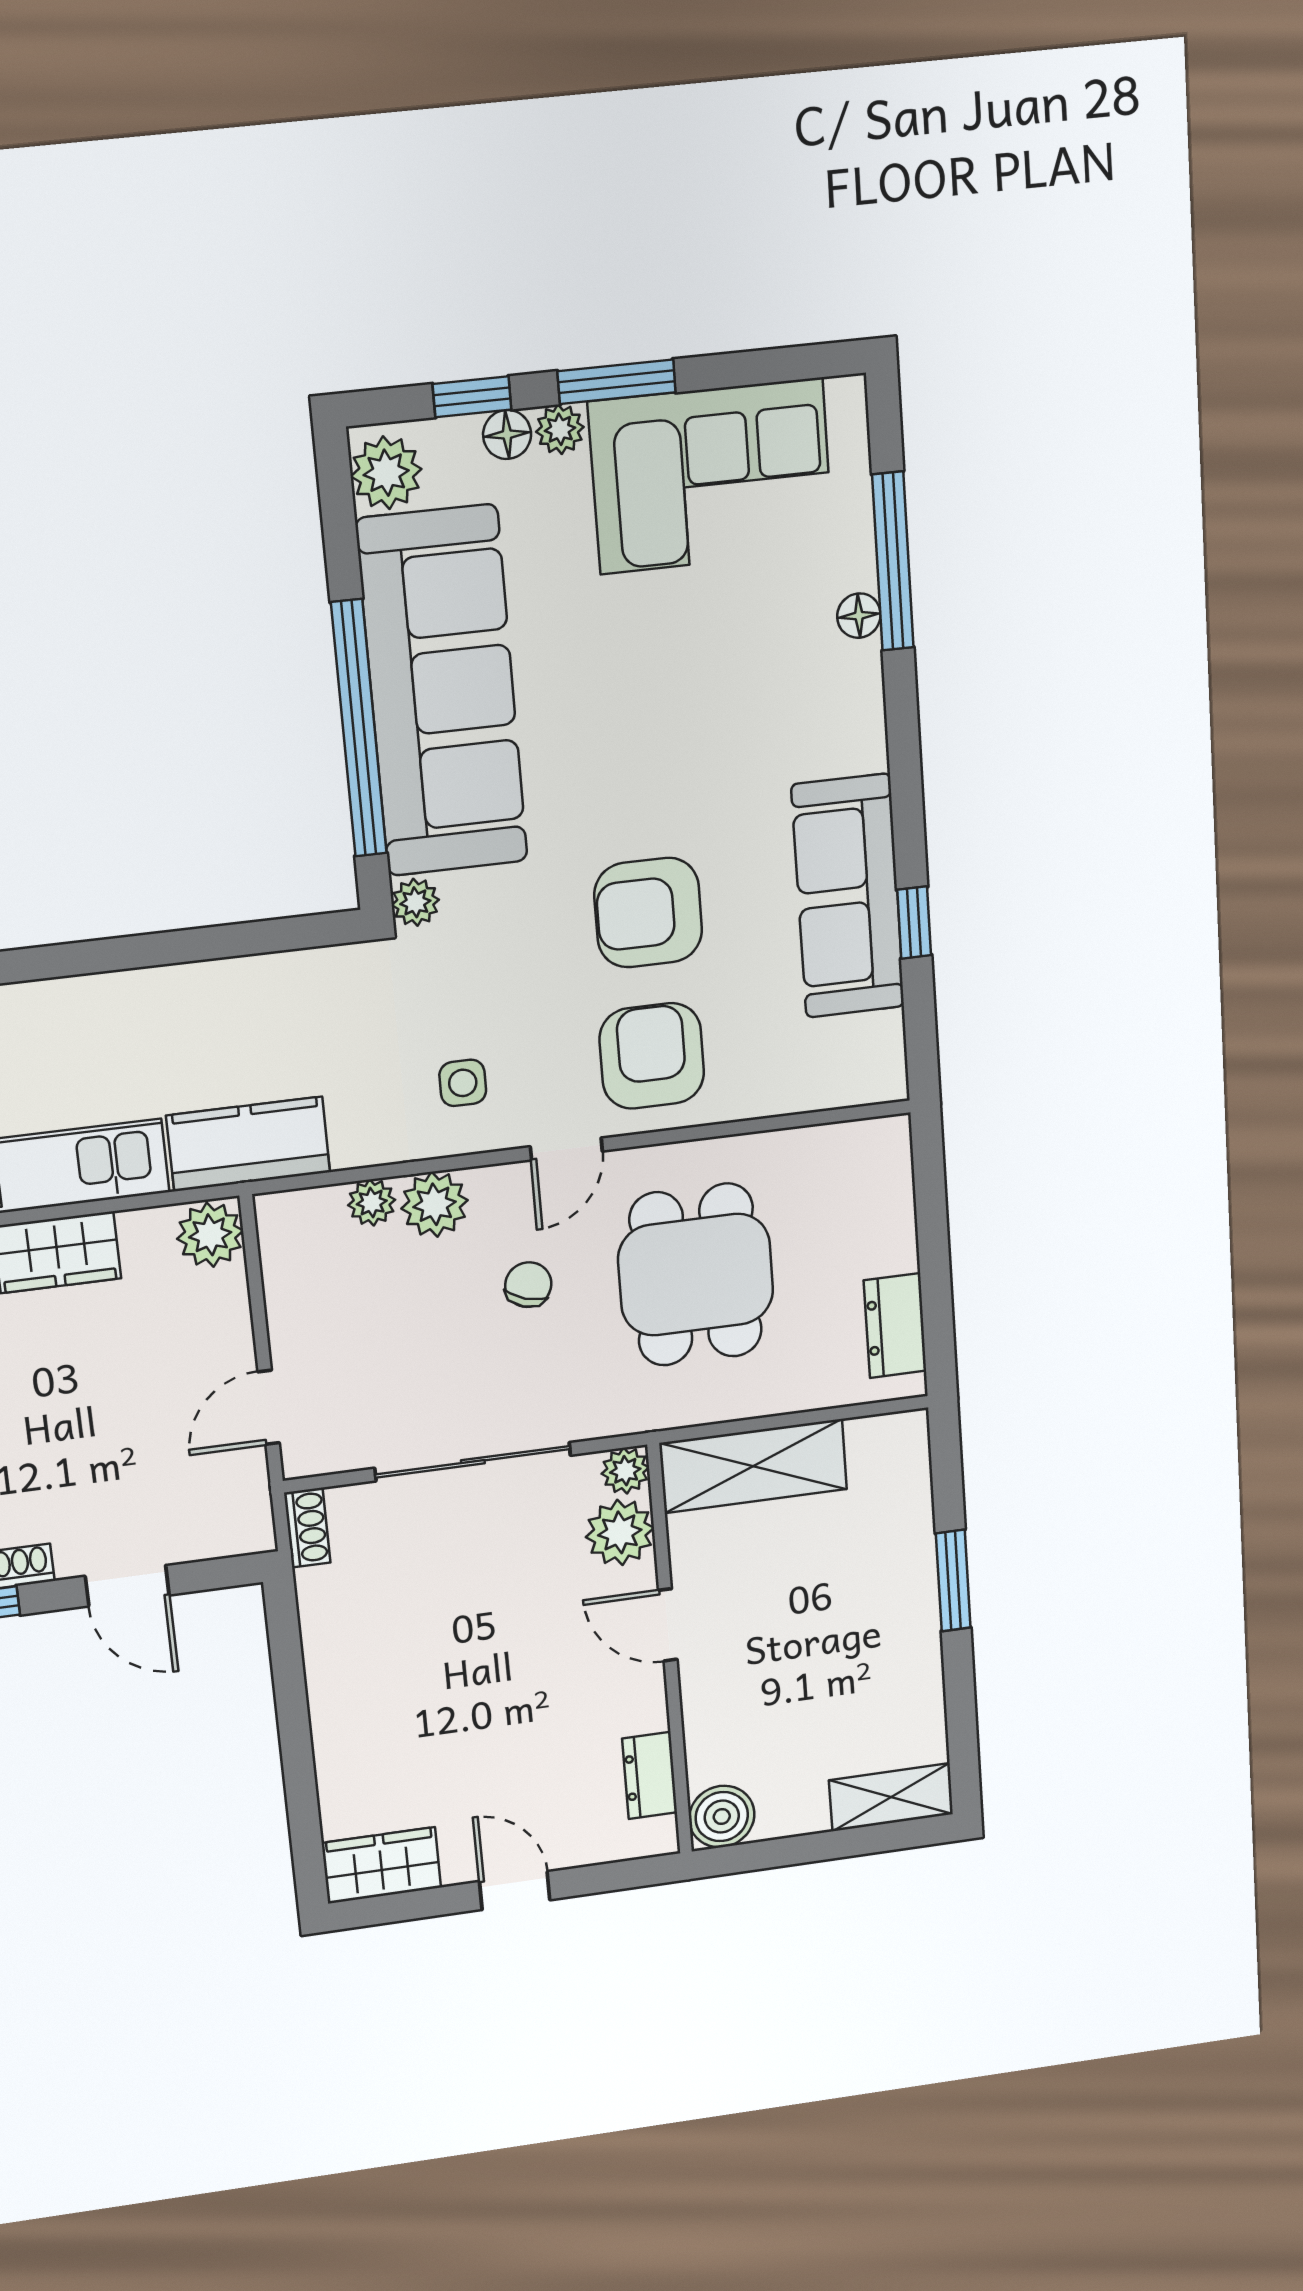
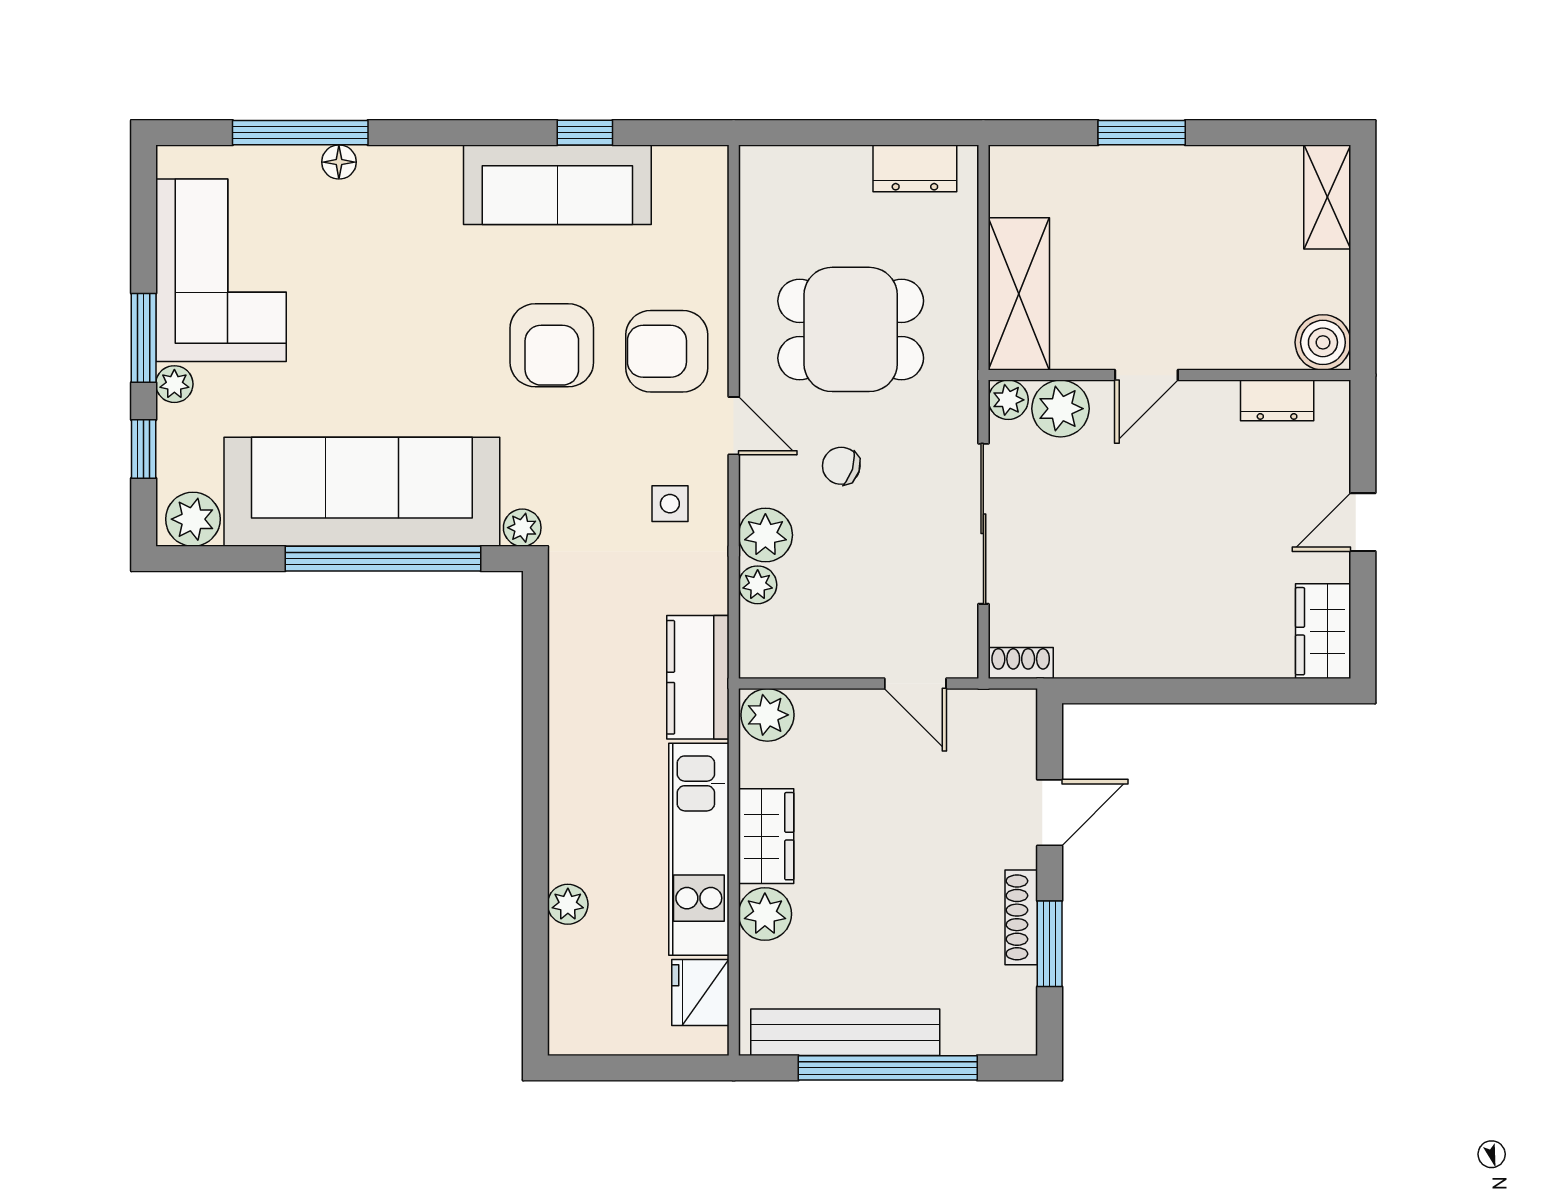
floor lamp: (507, 434) -> (174, 425), removed

